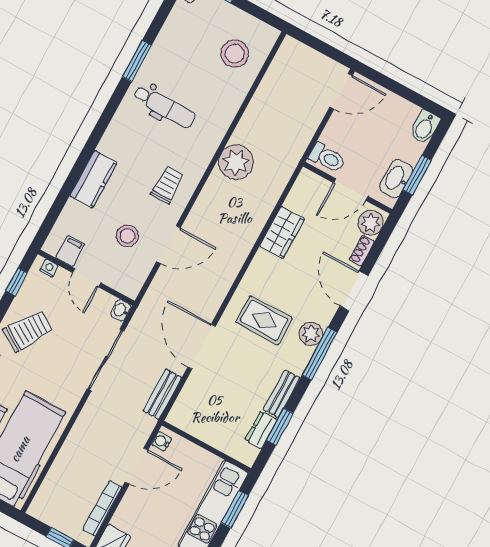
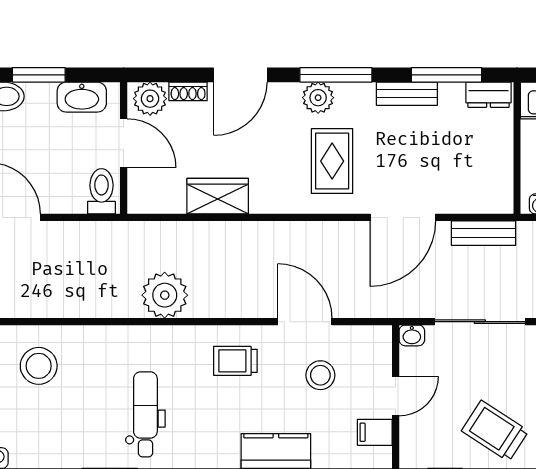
window: (417, 175) -> (39, 75), moved
nightstand: (49, 268) -> (408, 447), removed
window: (280, 427) -> (447, 75), width x1.44
dresser: (261, 430) -> (488, 95), moved

